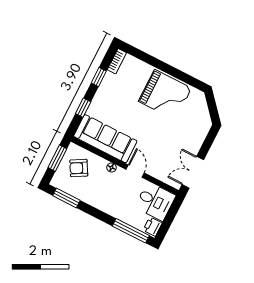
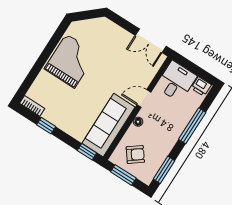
window: (83, 108) -> (87, 152), moved
armchair: (79, 168) -> (135, 155), turned -97
window: (131, 231) -> (192, 126), moved

